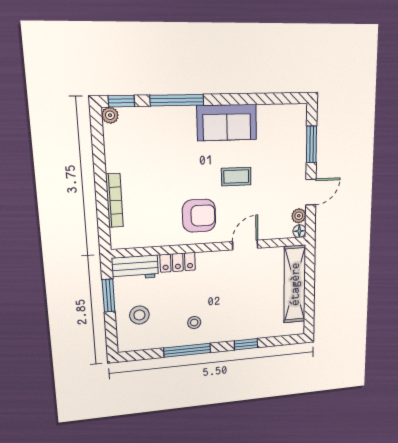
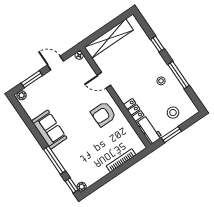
coffee table: (236, 177) -> (72, 108), removed
armchair: (199, 216) -> (103, 114), turned -90
plant: (299, 216) -> (22, 95), moved

